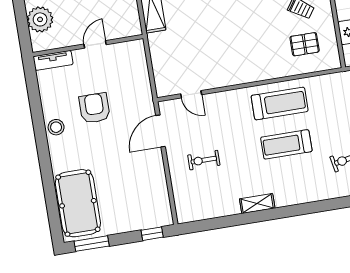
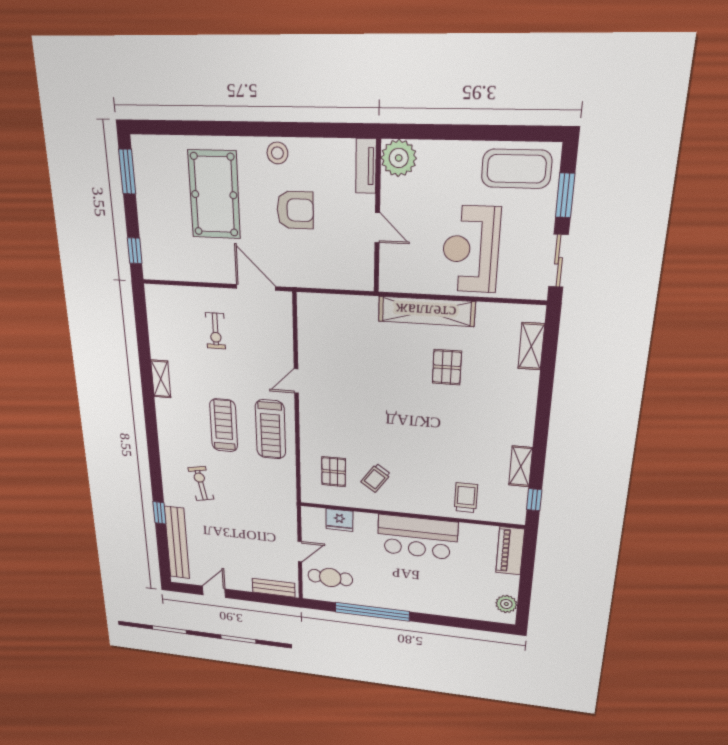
plant: (40, 19) -> (399, 158), moved
door: (191, 94) -> (296, 381), moved
exercise bike: (204, 160) -> (216, 331), turned 180
pool table: (78, 203) -> (214, 195), moved, turned 90

